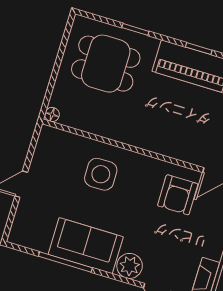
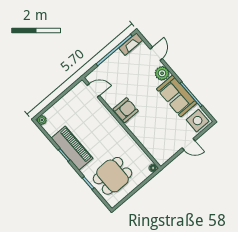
dining table: (106, 64) -> (112, 176), turned 90
side table: (101, 174) -> (198, 121), moved
armchair: (178, 195) -> (126, 110), moved

